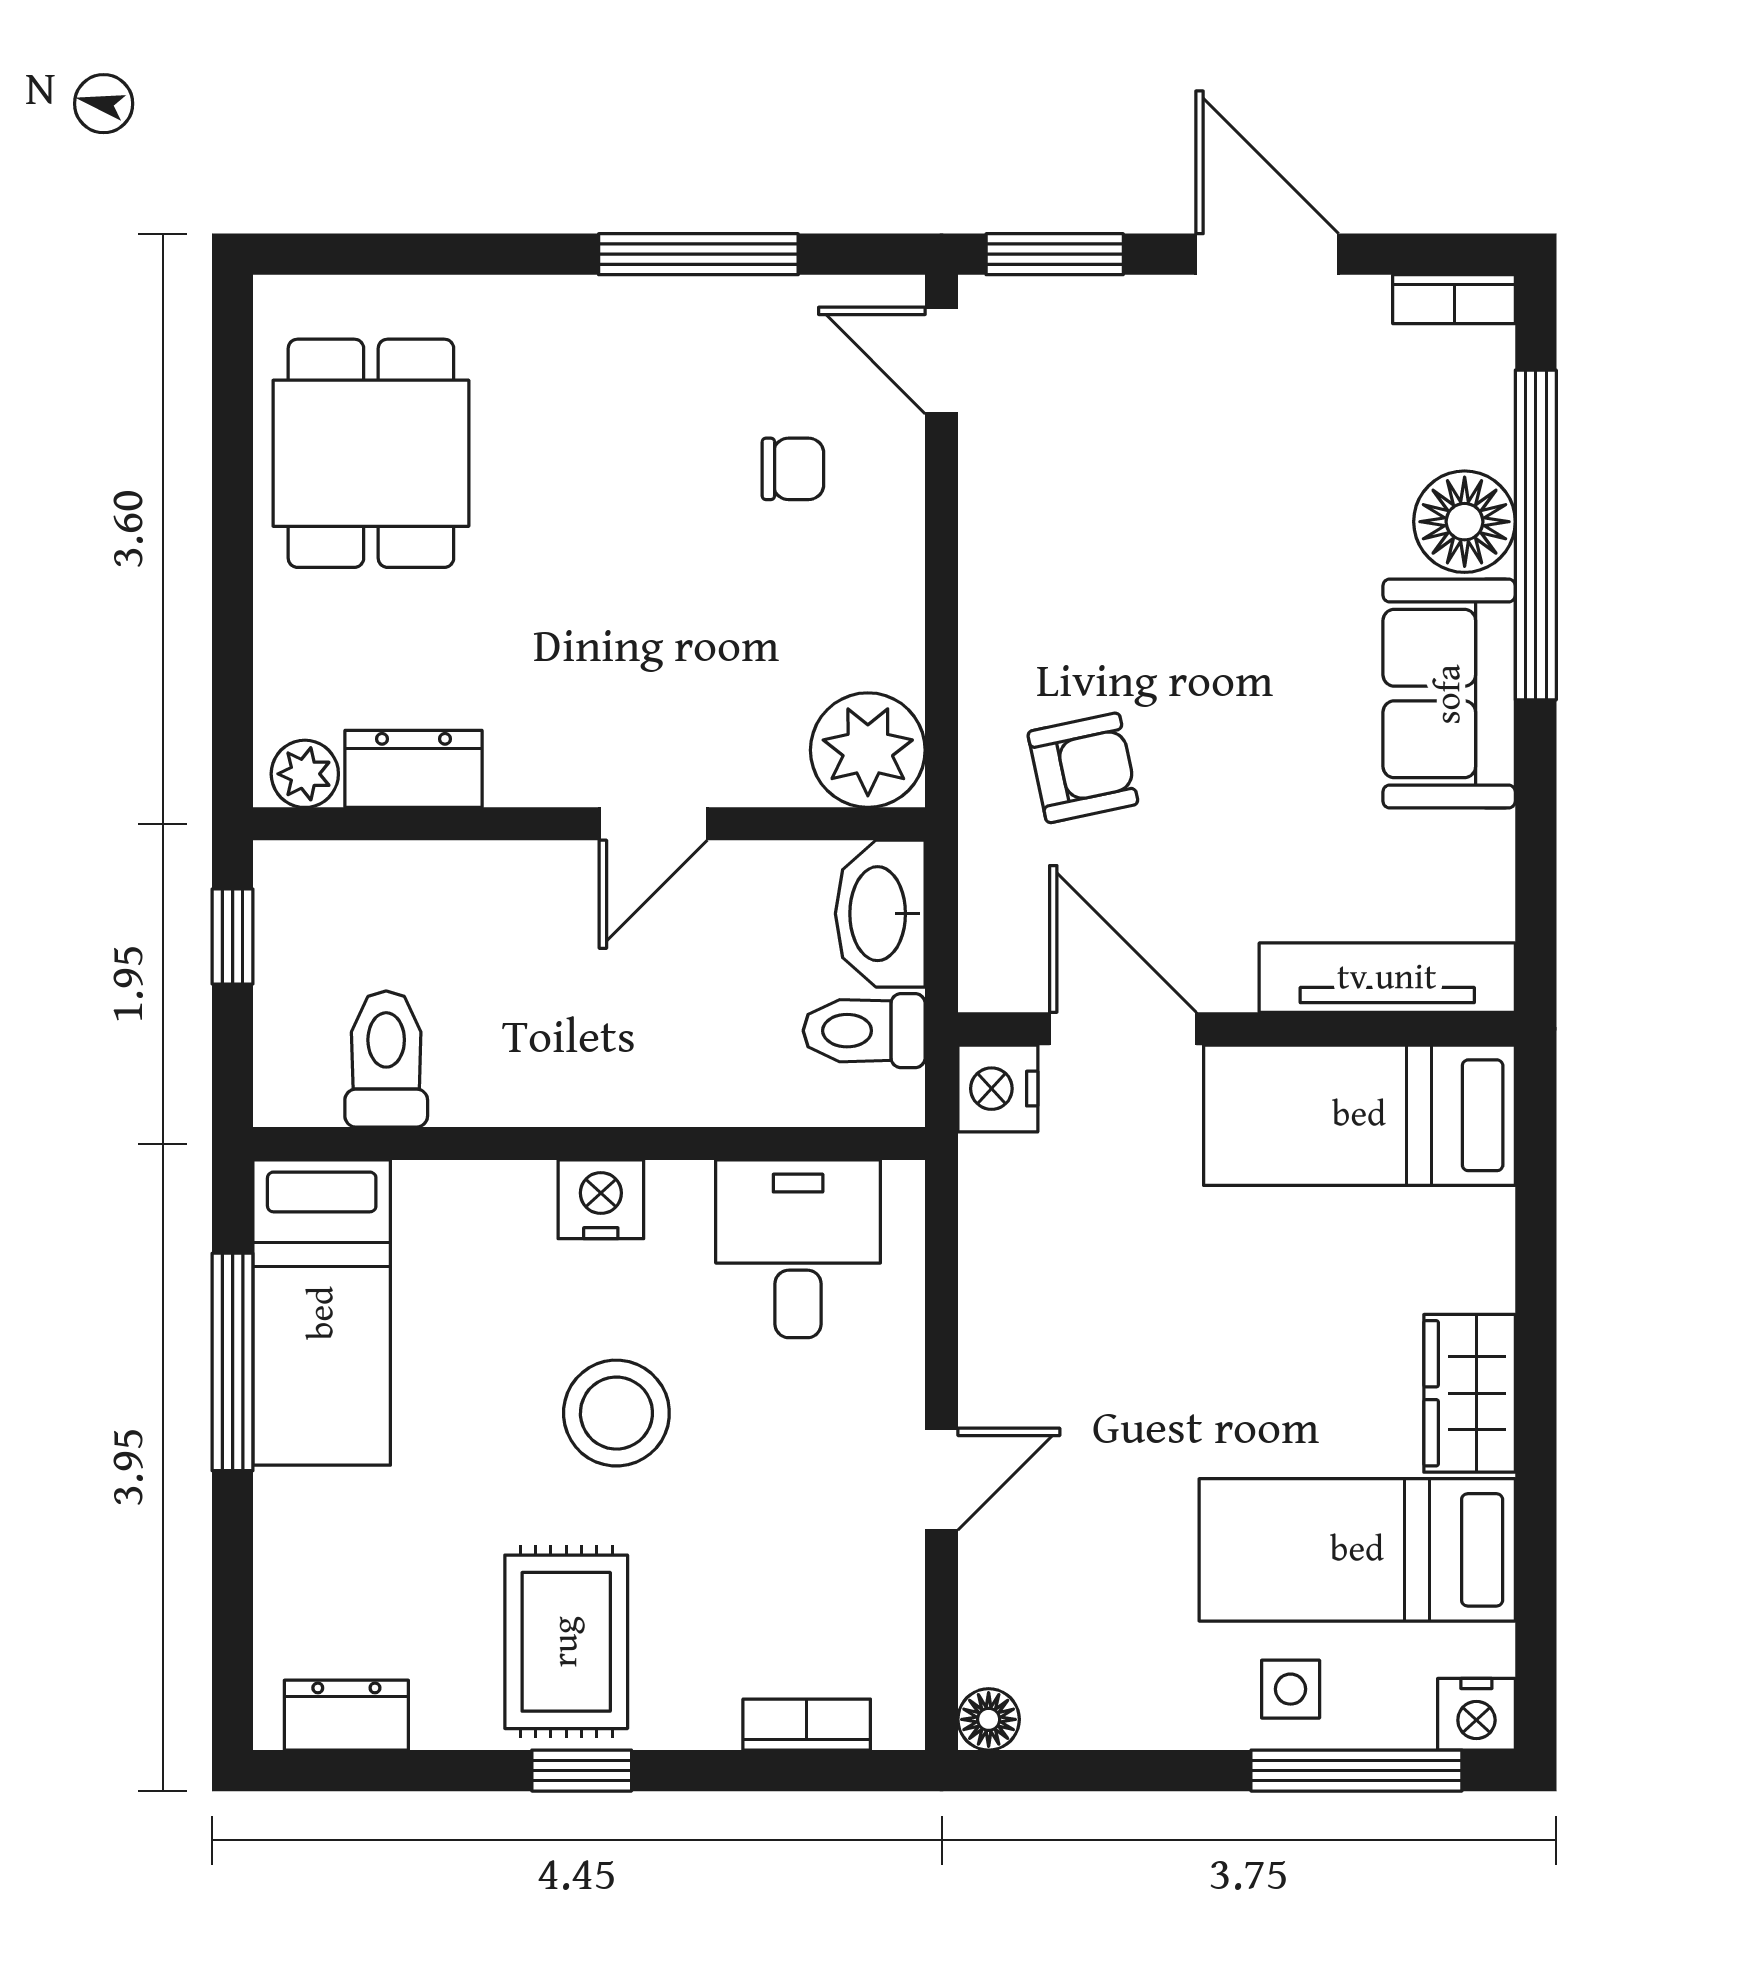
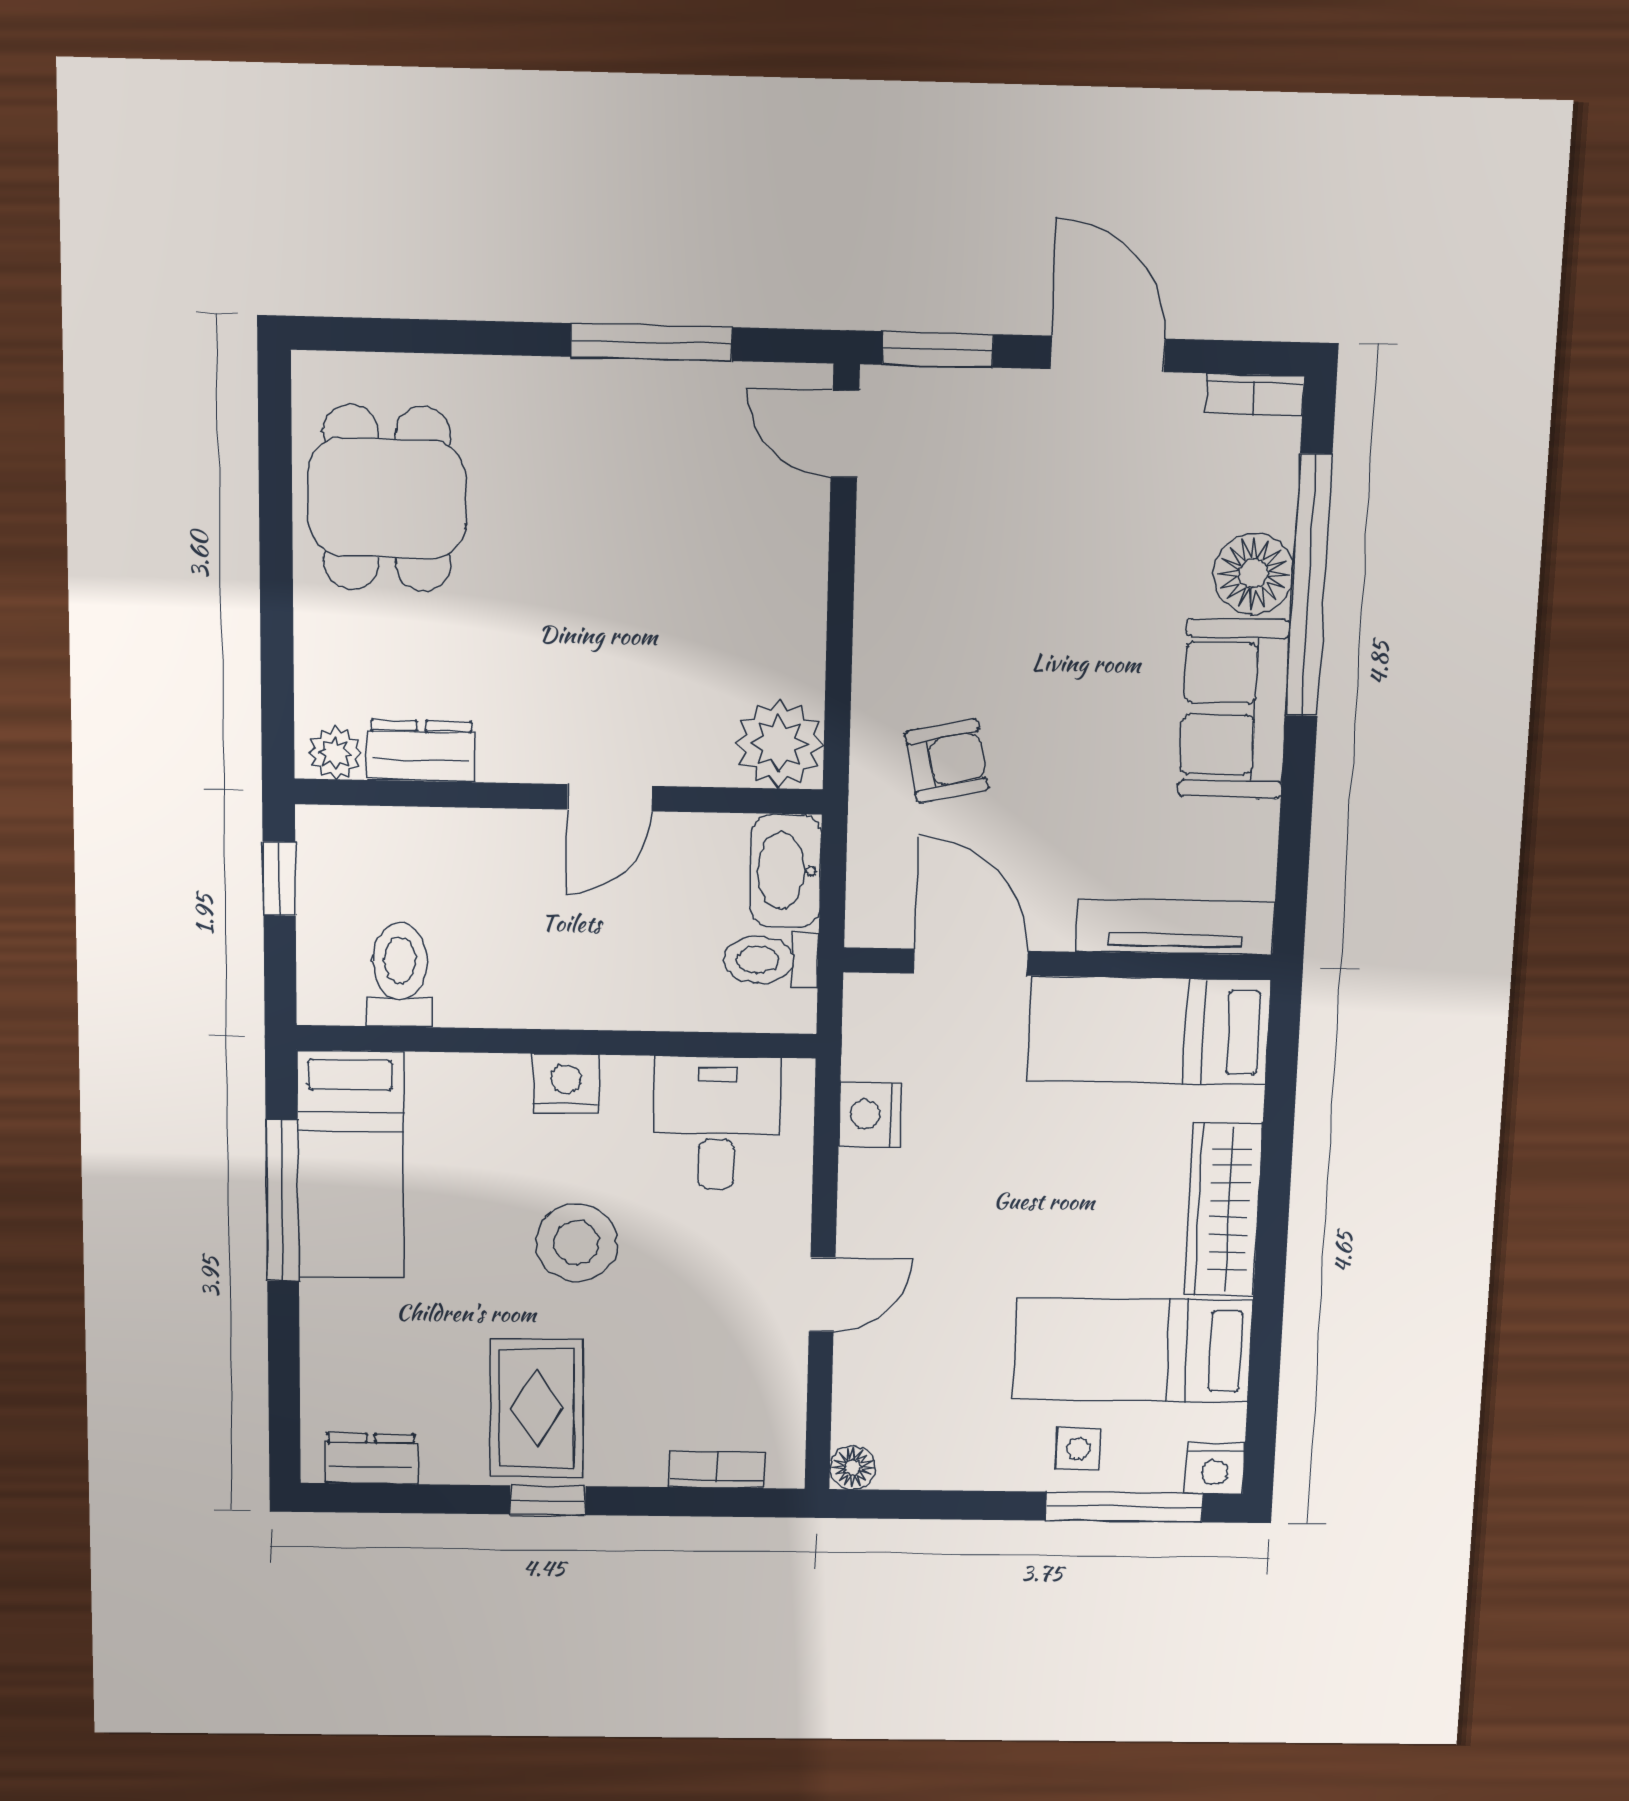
chair: (793, 469) -> (724, 519), removed
nightstand: (998, 1089) -> (870, 1114), moved
wardrobe: (1470, 1393) -> (1224, 1209), width x1.50

